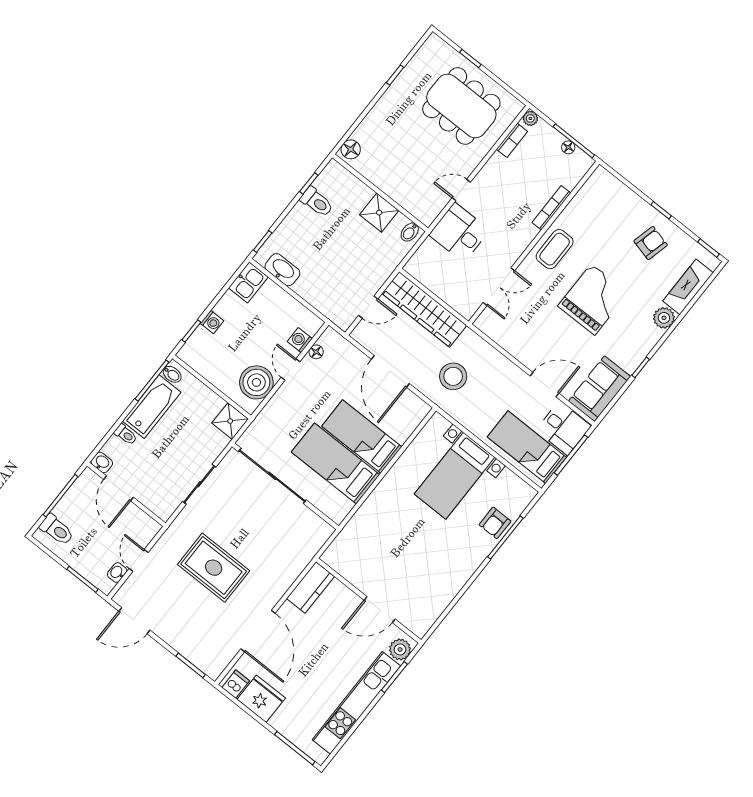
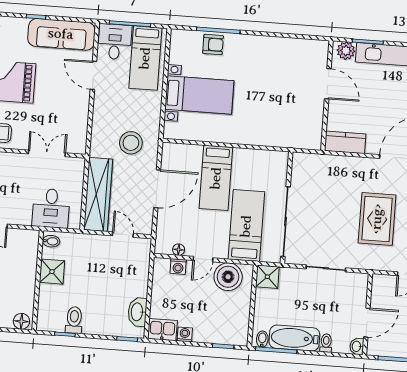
desk: (459, 232) -> (51, 208), moved
washing machine: (212, 322) -> (185, 334), moved
sofa: (600, 389) -> (61, 34), width x1.36
bed: (336, 463) -> (246, 226), moved, turned 180

